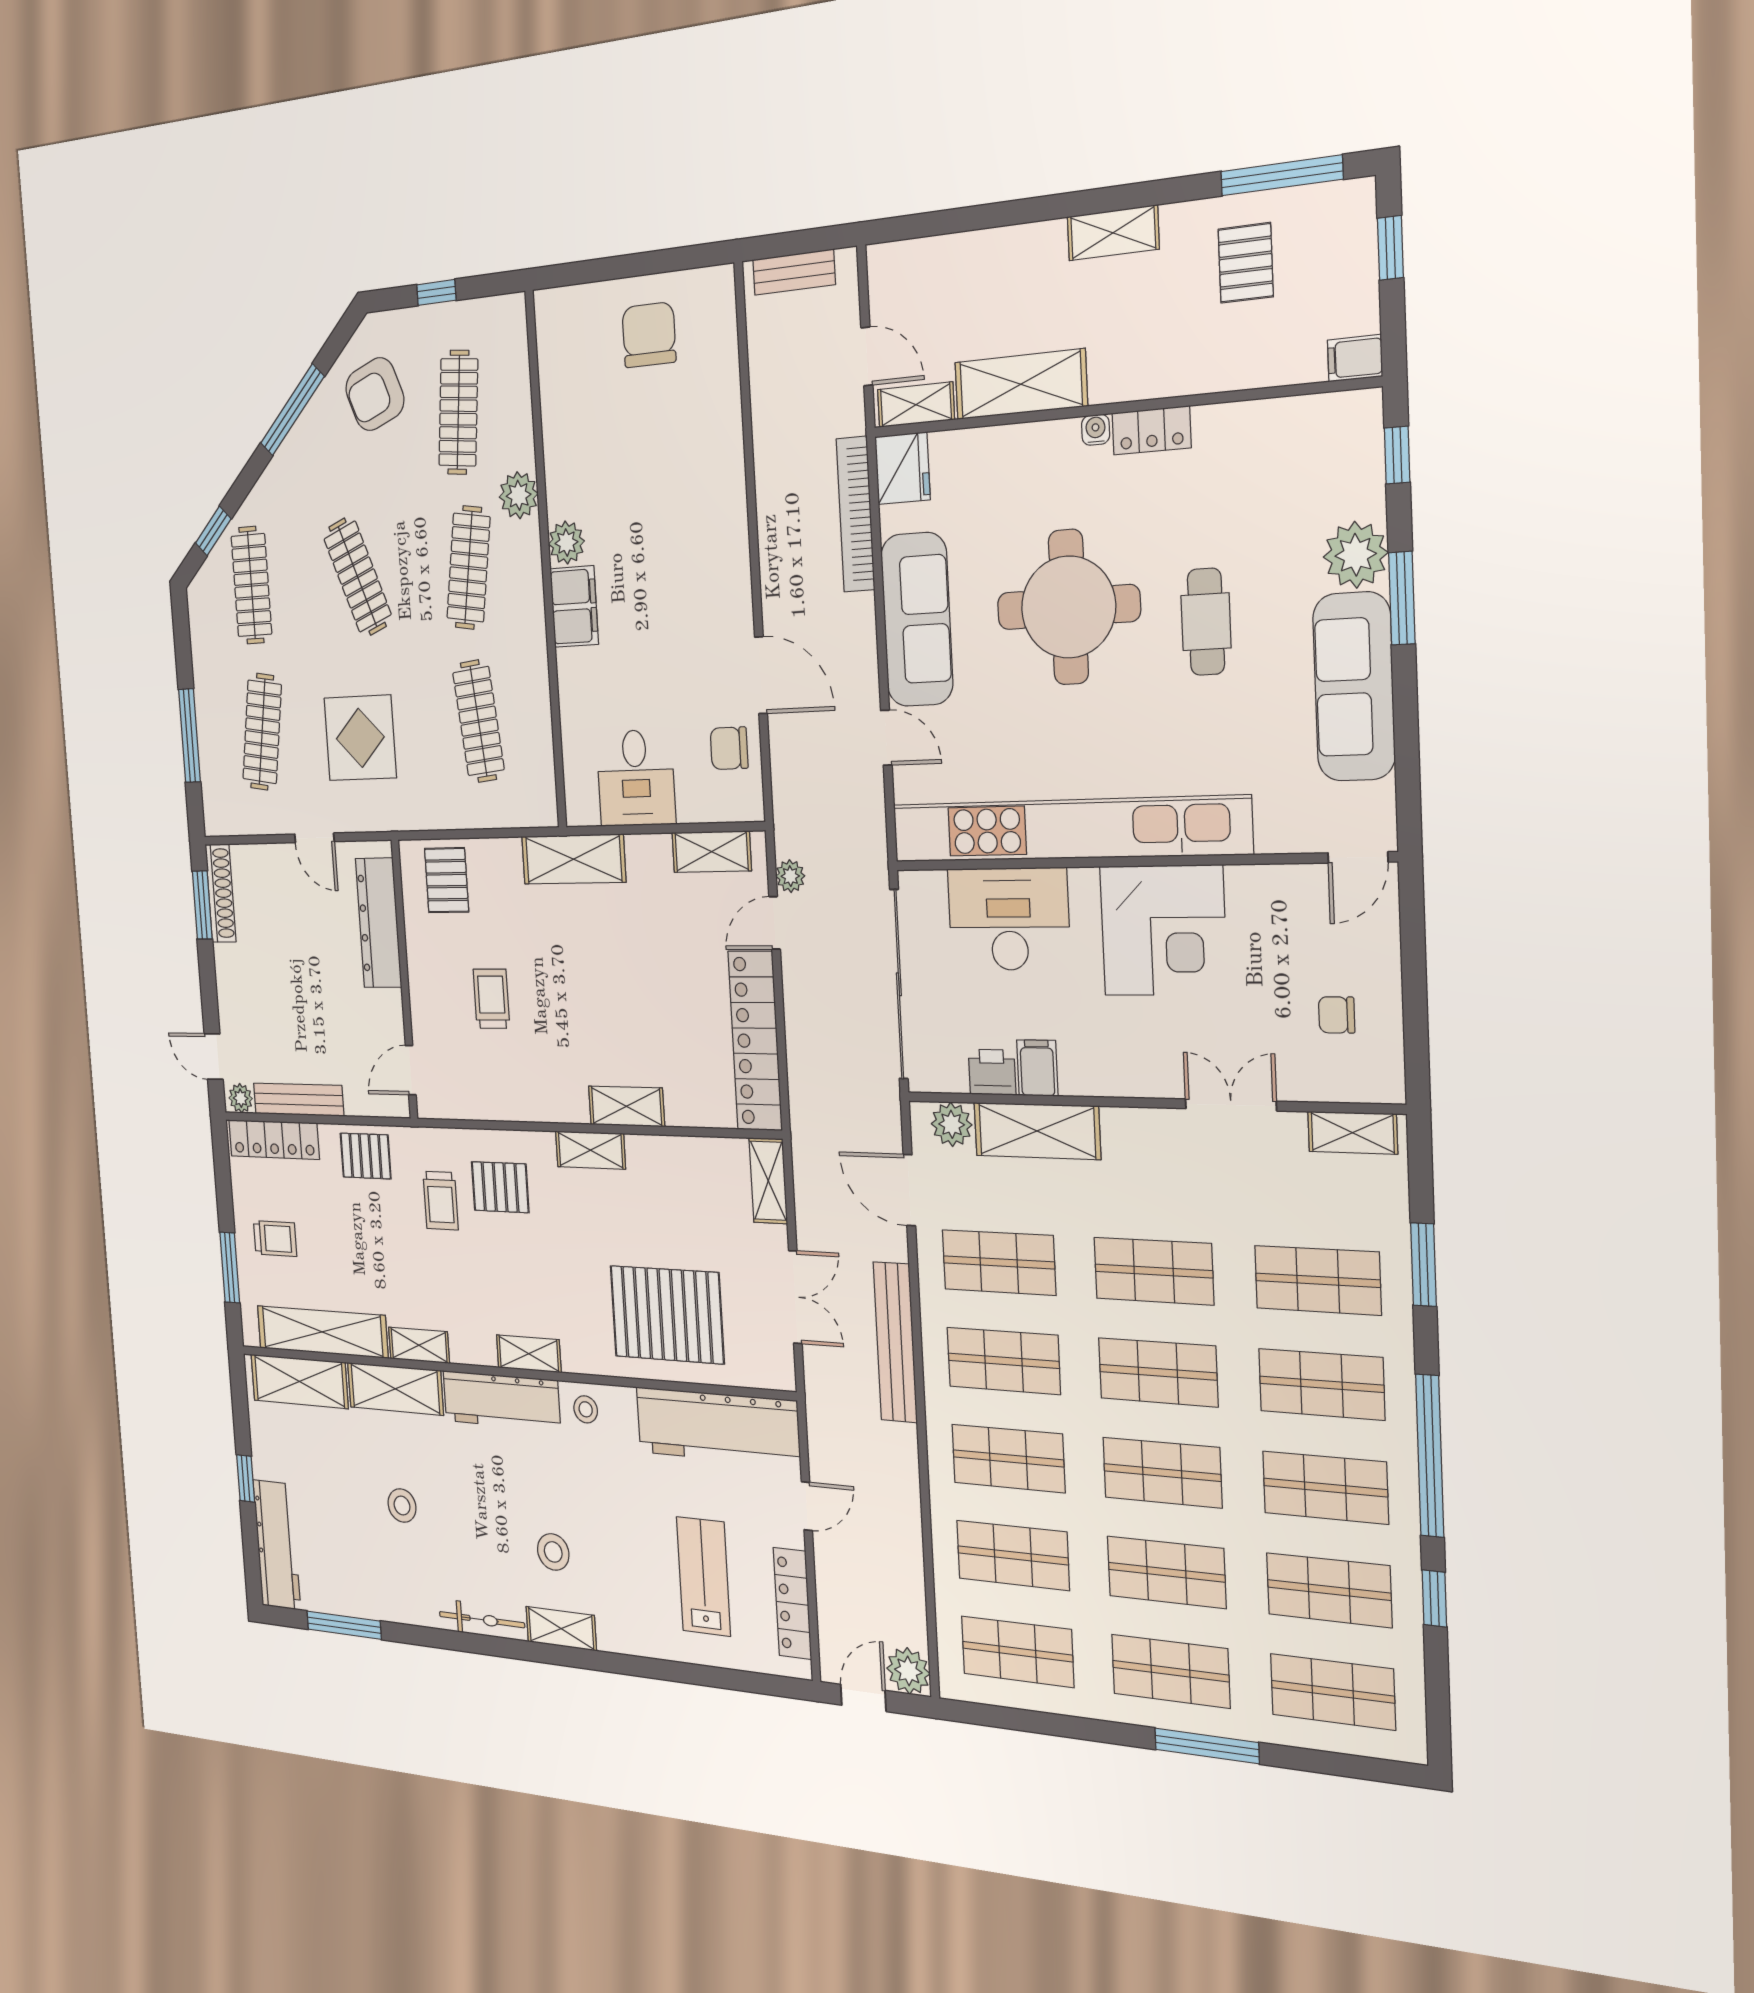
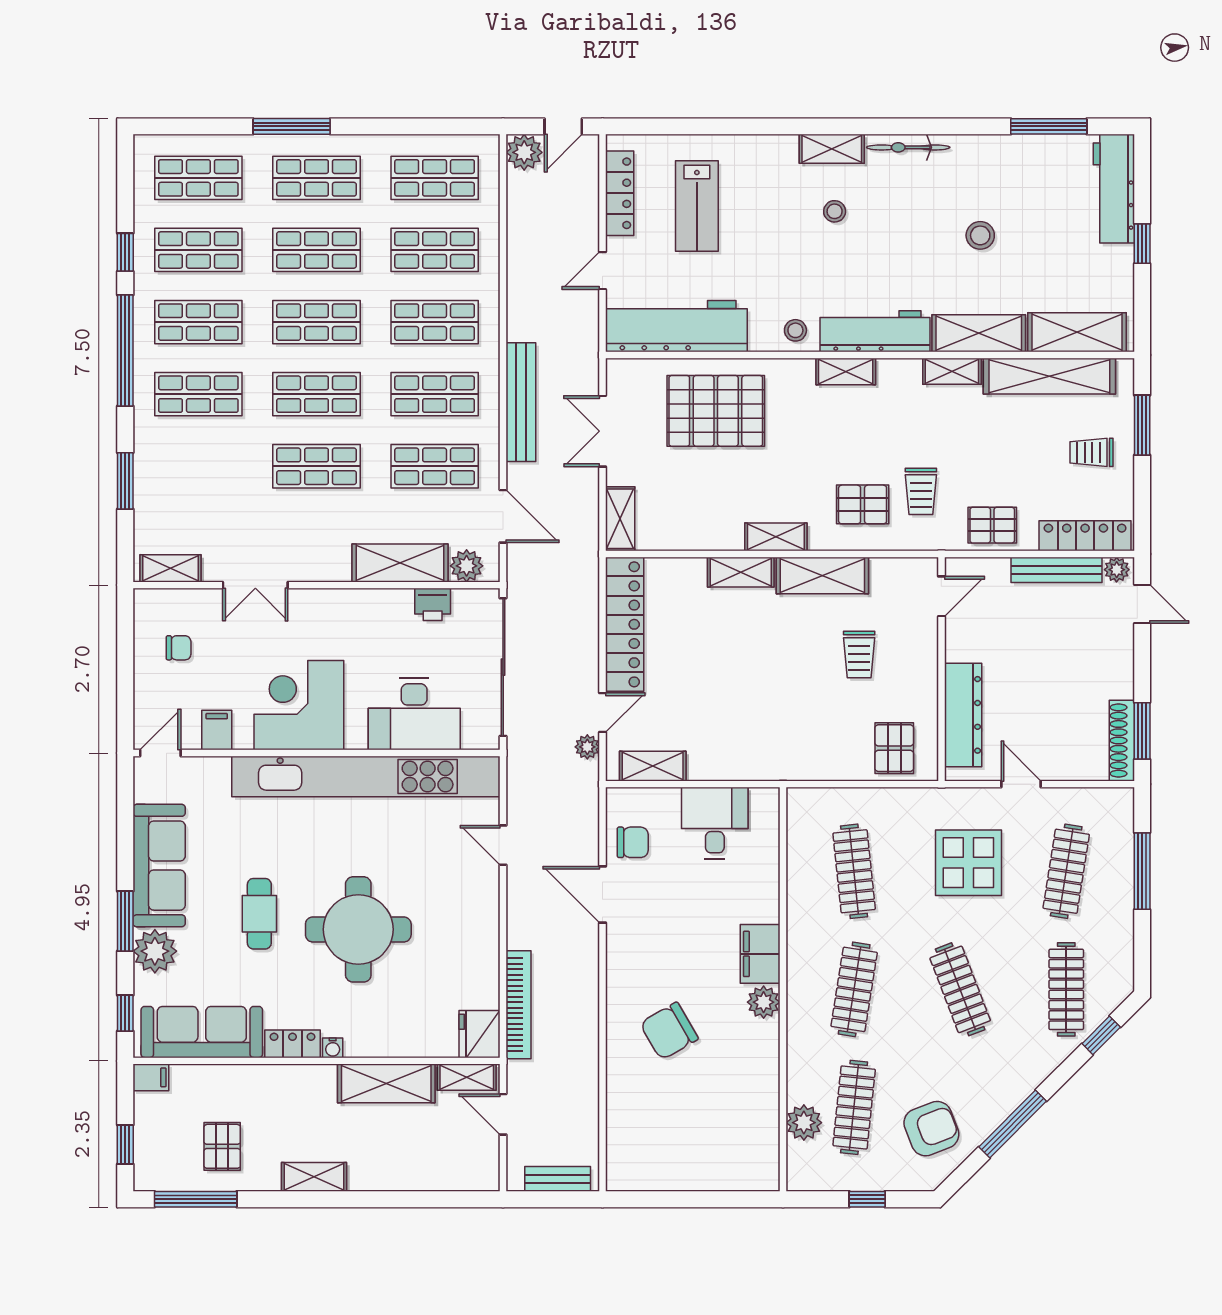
chair: (649, 335) -> (669, 1031), moved, turned 60
plant: (519, 495) -> (804, 1123), moved
sofa: (917, 620) -> (202, 1032), moved, turned 90
shelving: (574, 859) -> (822, 576), moved
filing cabinet: (1037, 1068) -> (217, 730), moved, turned 180
trolley: (441, 1201) -> (921, 491), turned 180
shop shelf: (1318, 1280) -> (198, 466), removed
stool: (553, 1552) -> (835, 211), width x0.73, depth x0.73

